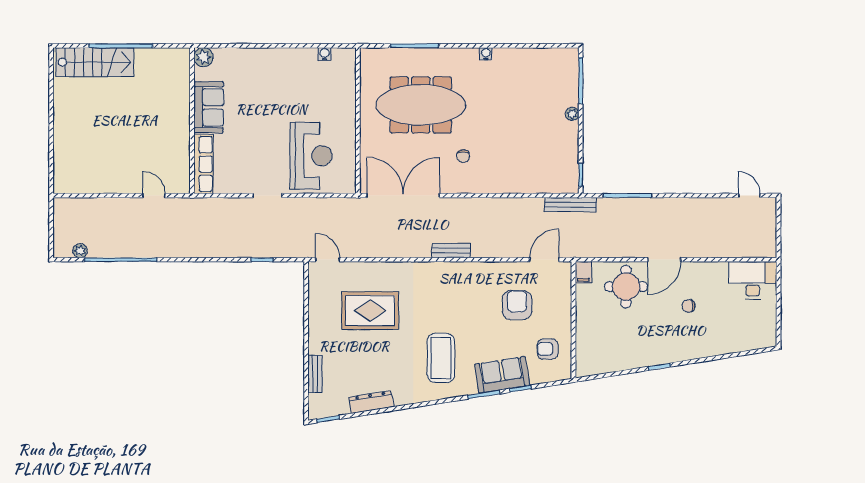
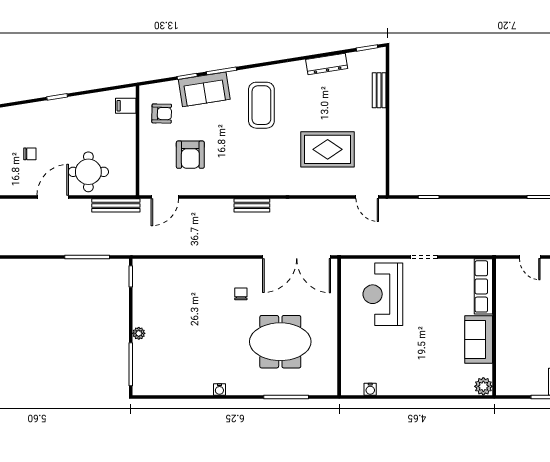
meeting table: (421, 105) -> (280, 342), width x0.73
bench: (571, 204) -> (116, 205), moved
filing cabinet: (583, 272) -> (126, 106), moved, turned -90

